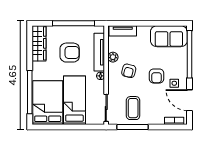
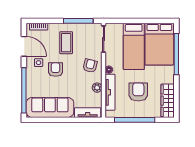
sofa: (169, 36) -> (50, 108), width x1.36
armchair: (70, 53) -> (138, 92), turned 90
armchair: (129, 71) -> (90, 66), moved
coffee table: (133, 108) -> (66, 43), moved

